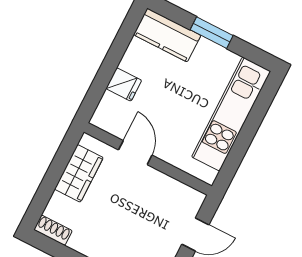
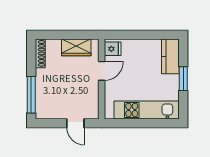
fridge: (124, 84) -> (113, 49), moved, turned -90
shoe rack: (53, 230) -> (40, 53), width x1.43

